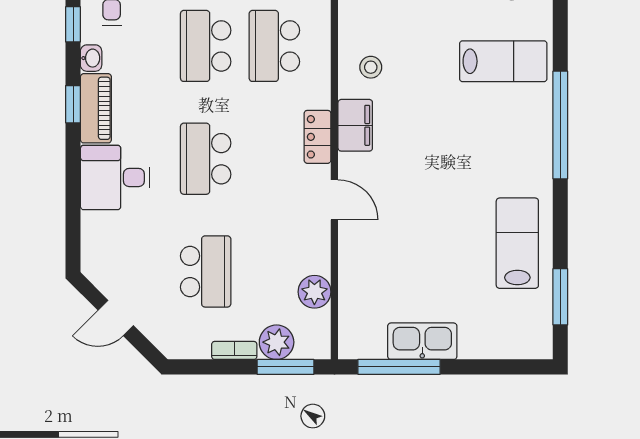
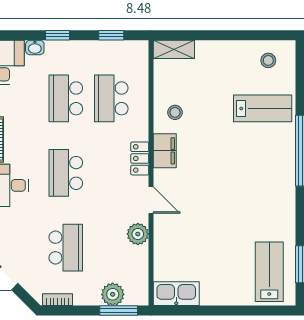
lab bench: (517, 243) -> (269, 272), moved
plant: (314, 292) -> (138, 234), moved
kitchen sink: (422, 341) -> (176, 294), moved
bookcase: (234, 350) -> (57, 300), moved
window: (399, 367) -> (194, 311), removed

